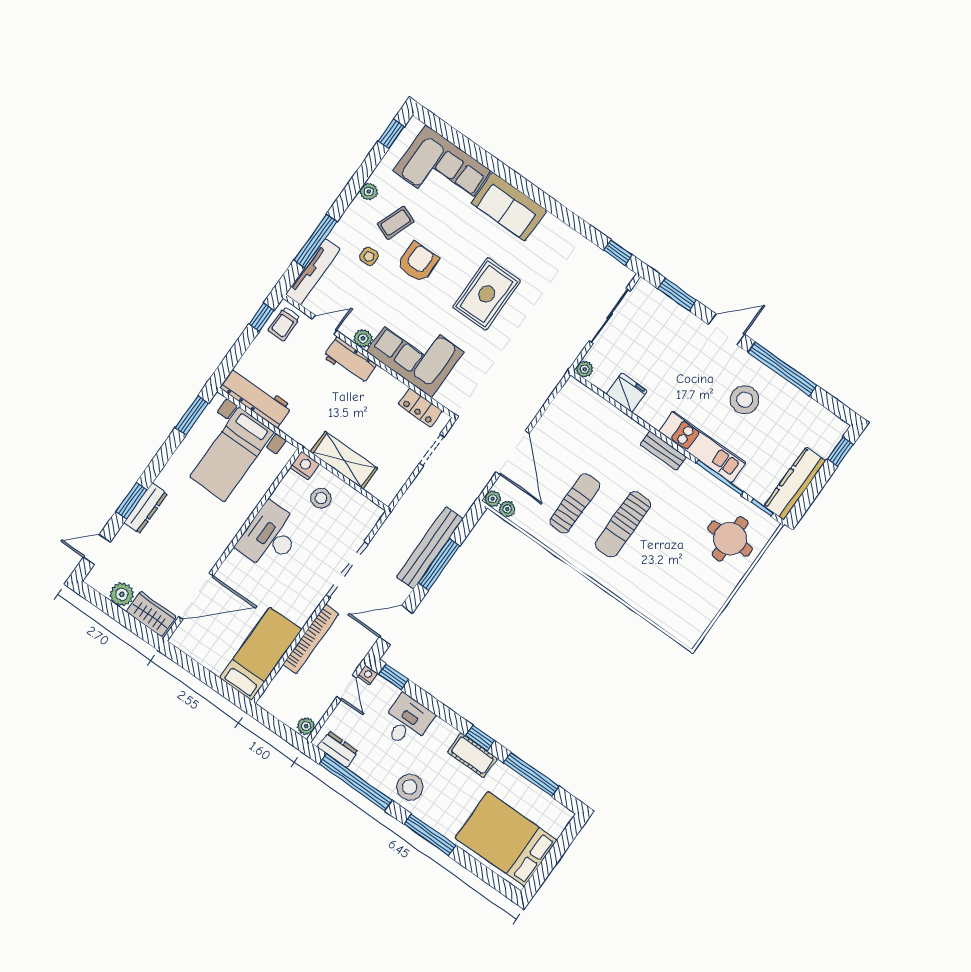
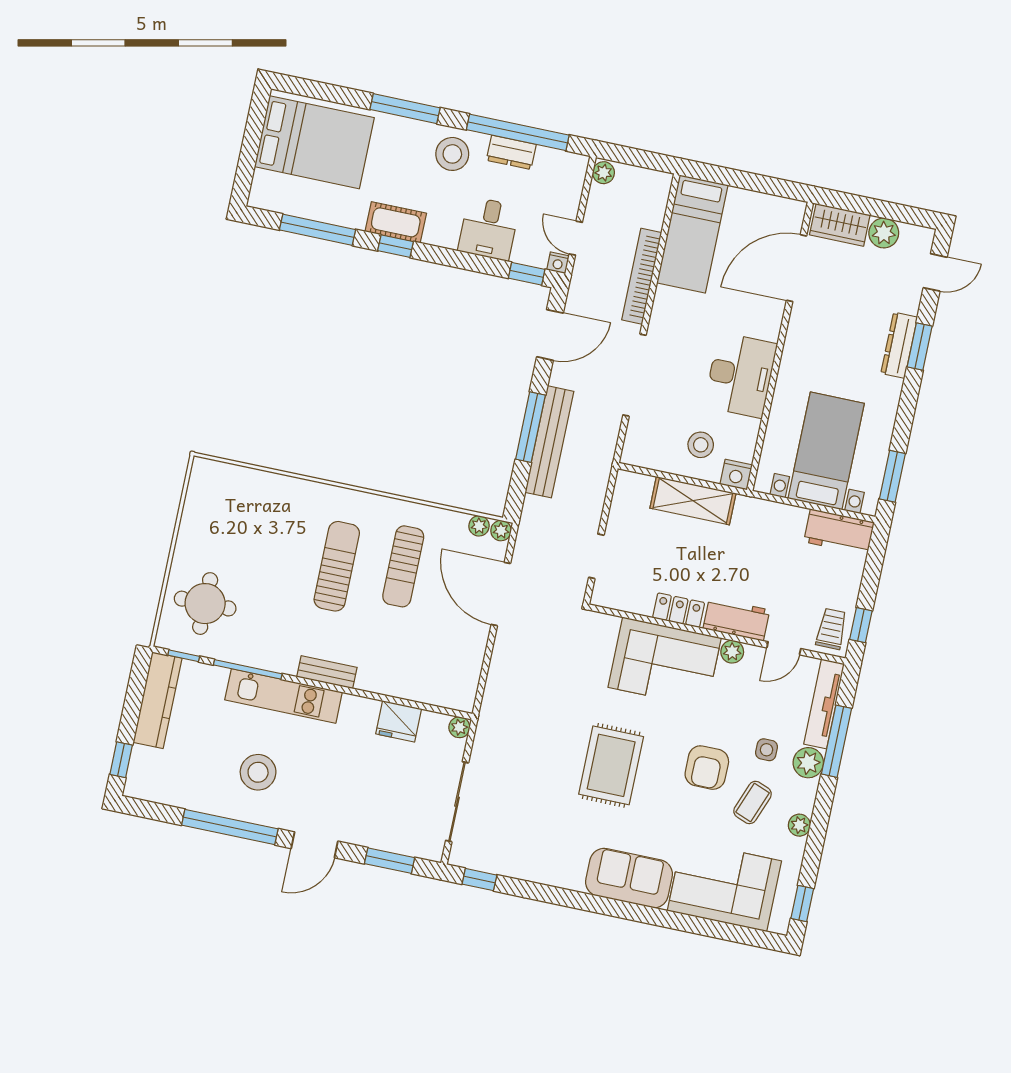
plant: (343, 234) -> (808, 763), added
workbench: (256, 397) -> (839, 532), width x0.73
locker: (420, 408) -> (679, 610), moved
dresser: (338, 749) -> (511, 152), moved

